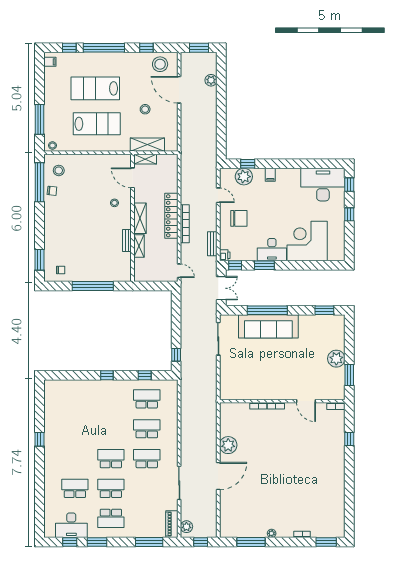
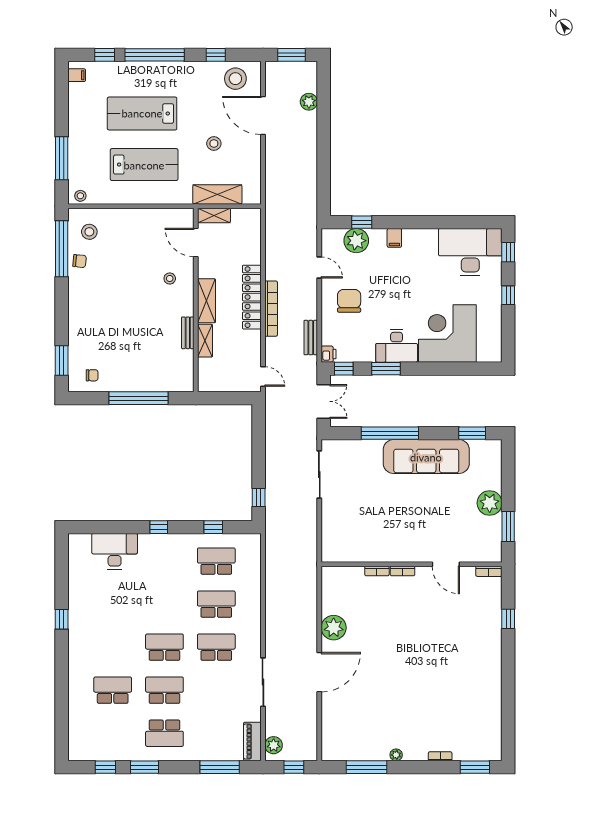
chair: (239, 218) -> (349, 301), turned -90
sofa: (268, 326) -> (426, 457), moved
desk: (71, 525) -> (115, 551), moved, turned 180

